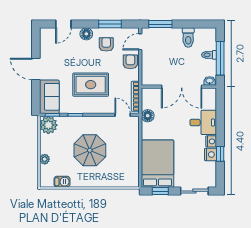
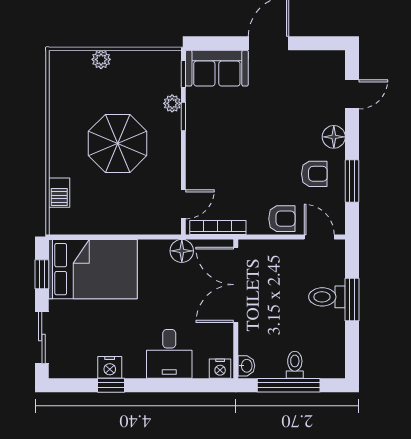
door: (63, 24) -> (352, 94), swing flipped
window: (160, 24) -> (352, 300), moved
toilet: (188, 38) -> (327, 297), moved
rug: (91, 85) -> (240, 145), removed
double door: (182, 87) -> (236, 285), moved
plant: (48, 125) -> (172, 103), moved, width x0.53, depth x0.53
nightstand: (211, 141) -> (220, 369), moved
barbecue: (62, 182) -> (59, 193), moved

